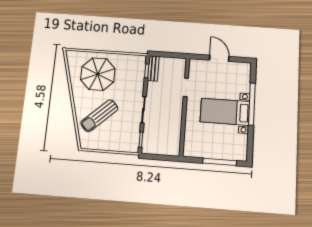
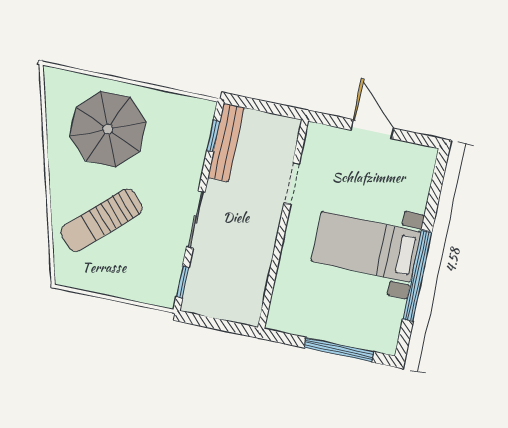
bench: (153, 68) -> (226, 142), width x1.36
window: (252, 104) -> (417, 276), moved

